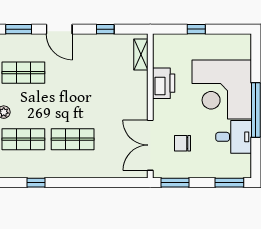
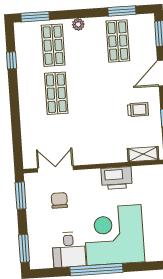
trolley: (95, 57) -> (138, 110), added
double door: (150, 145) -> (55, 169), width x0.73

